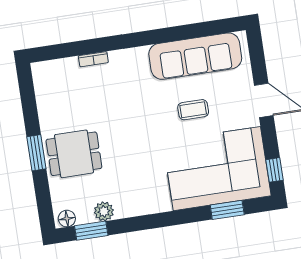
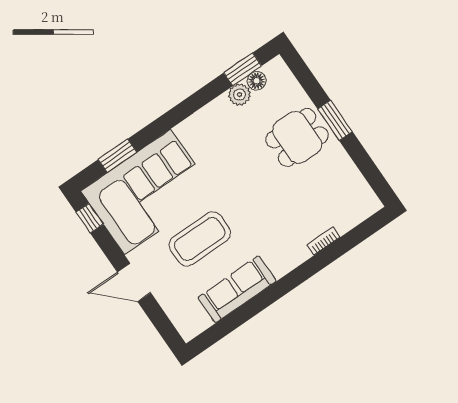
sofa: (195, 56) -> (237, 289), width x0.74, depth x0.79
coffee table: (193, 110) -> (200, 239), width x1.86, depth x1.72
floor lamp: (67, 219) -> (257, 81), moved

